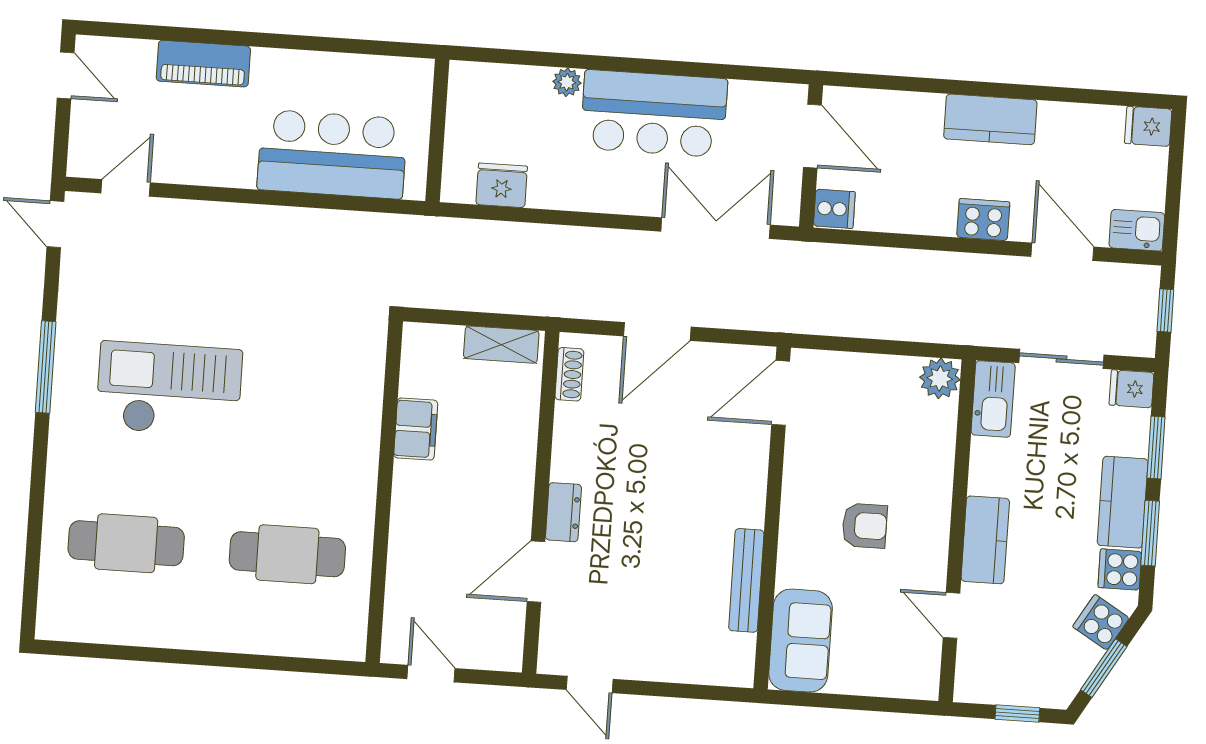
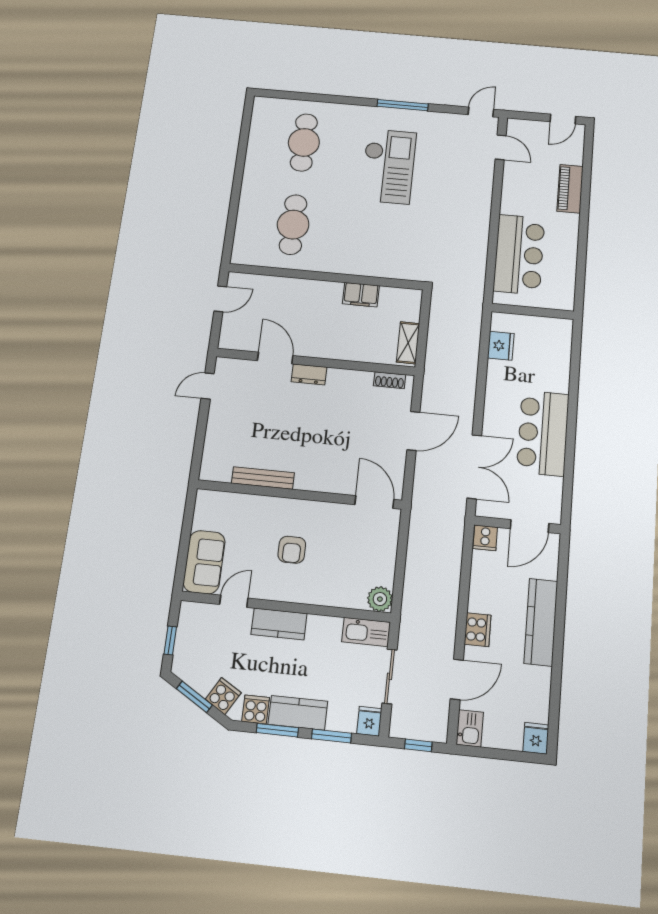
plant: (567, 82) -> (561, 384), removed
kitchen counter: (990, 119) -> (541, 622), width x1.50
door: (657, 331) -> (413, 431), swing flipped
sofa: (800, 641) -> (204, 562), moved, turned -90

